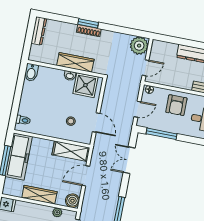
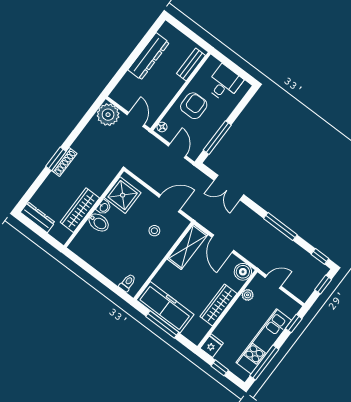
wardrobe: (75, 62) -> (80, 210), moved
bidet: (31, 72) -> (99, 222), moved
armchair: (176, 105) -> (194, 106), turned -90

